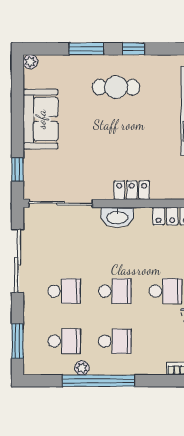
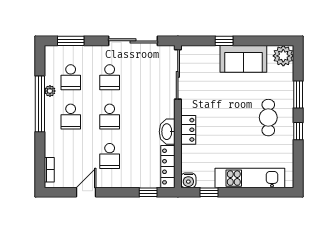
plant: (30, 62) -> (283, 56), width x1.88, depth x1.88
window: (18, 169) -> (224, 41), moved
washbasin: (117, 217) -> (167, 132), moved

